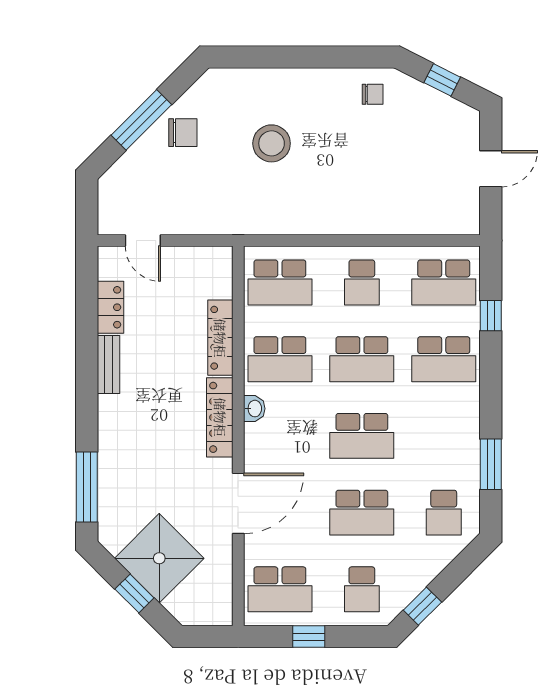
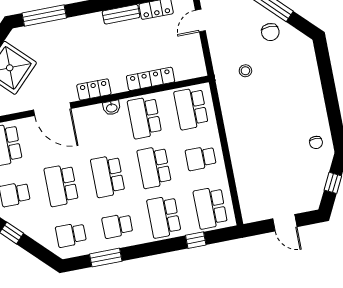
stool: (272, 143) -> (245, 71), moved, width x0.53, depth x0.53
locker: (220, 417) -> (94, 89), width x0.66
school desk: (444, 436) -> (117, 226), added

